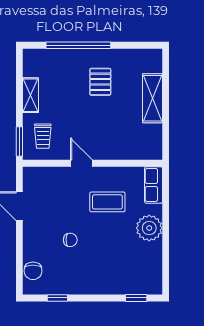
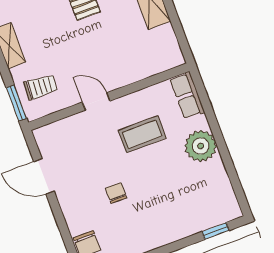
trolley: (43, 136) -> (41, 87), turned -86
chair: (70, 240) -> (116, 193), turned -90

